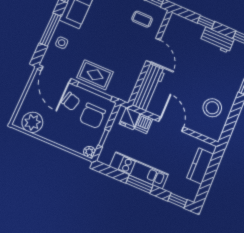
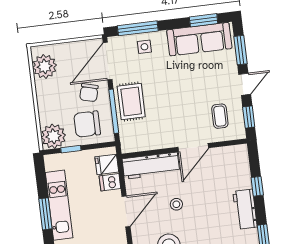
window: (50, 30) -> (138, 28), moved
stool: (186, 86) -> (176, 204), added
plant: (89, 152) -> (53, 136), width x1.88, depth x1.88

